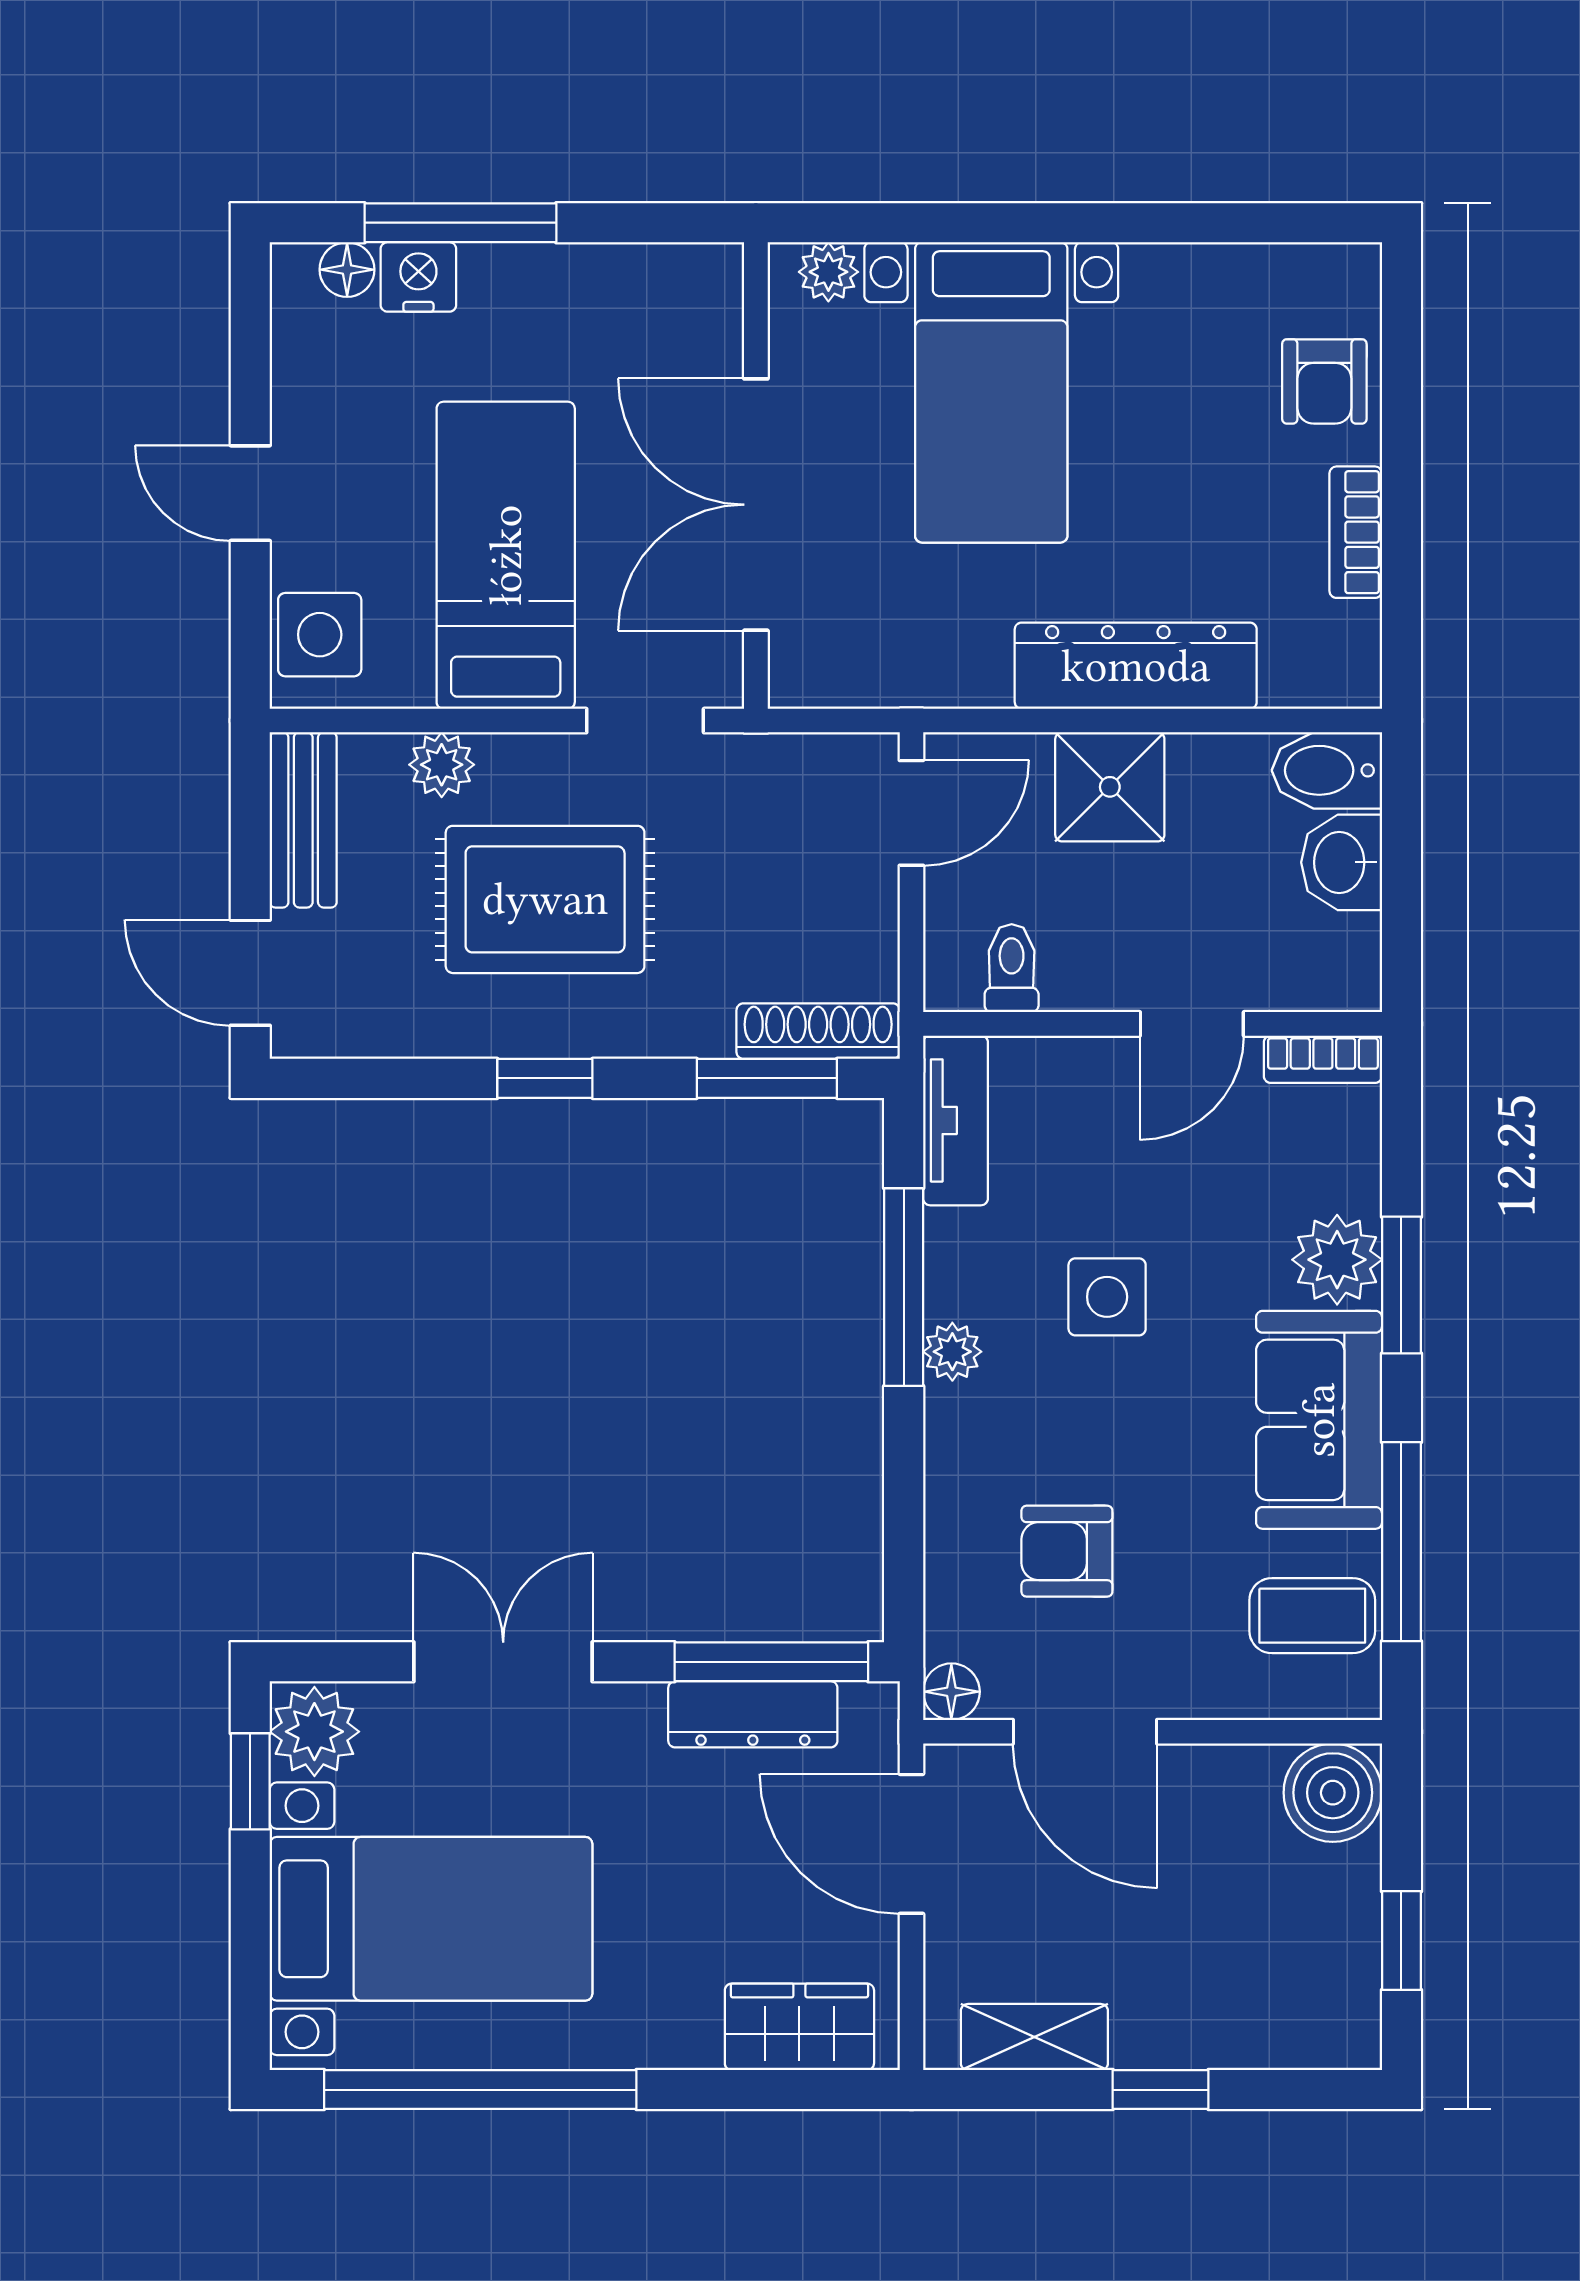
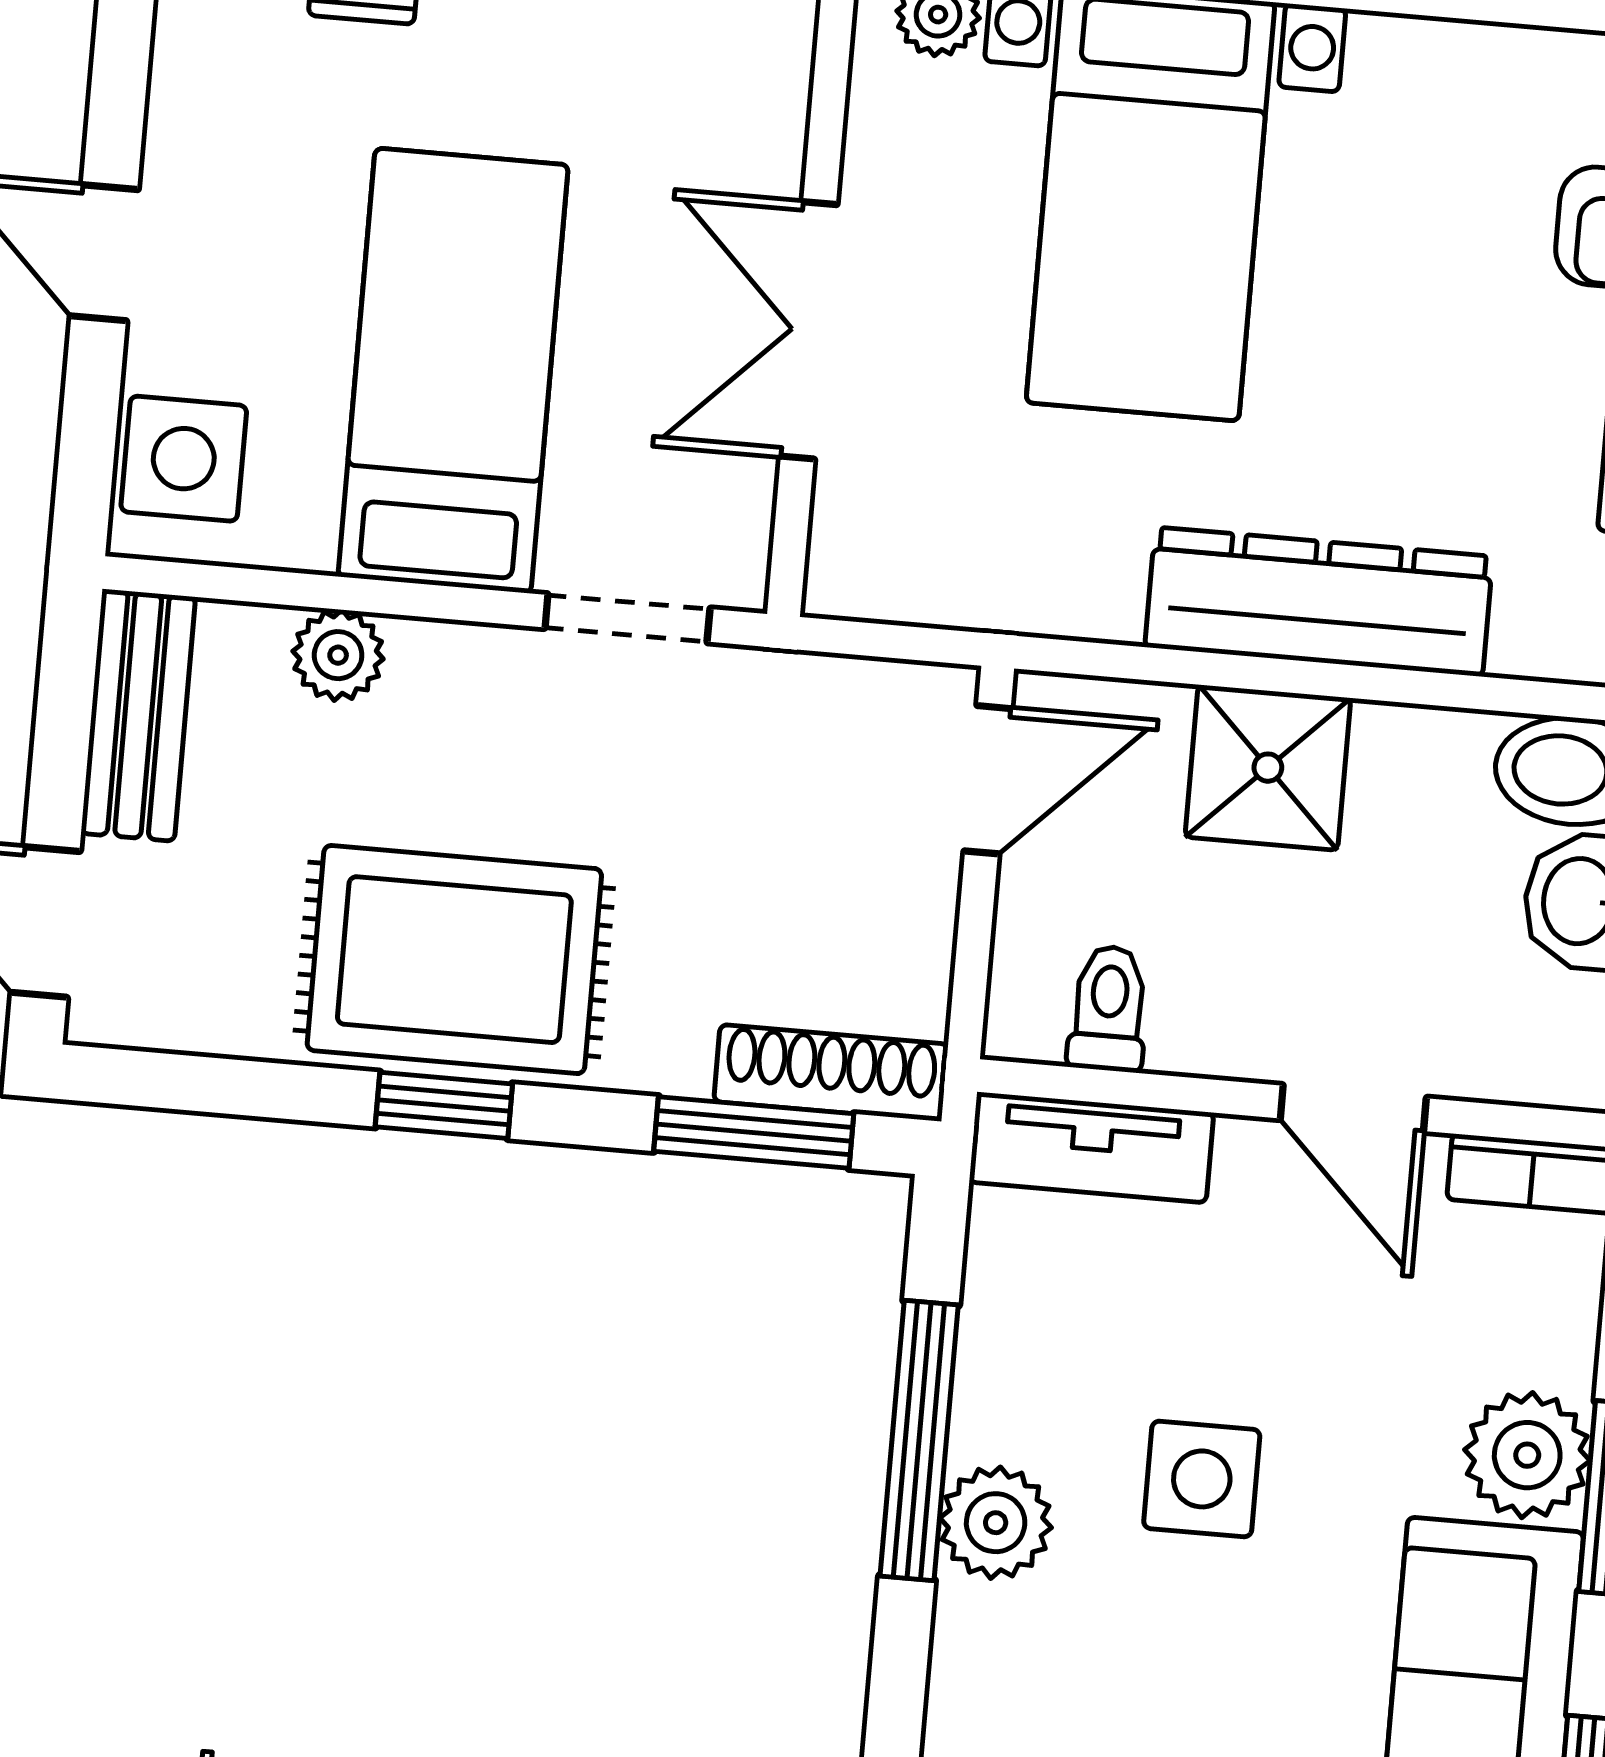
double door: (756, 505) -> (808, 330), width x0.73
rug: (545, 899) -> (454, 960), moved
door: (1192, 1024) -> (1353, 1108), hinge flipped
tv unit: (956, 1120) -> (1091, 1147), moved, turned 90
plant: (952, 1352) -> (996, 1523), width x1.38, depth x1.38

